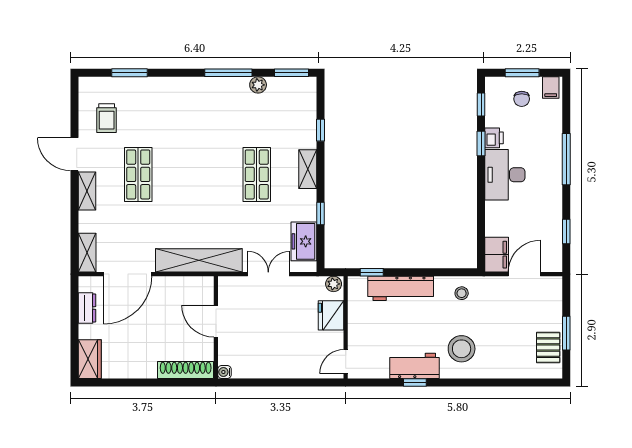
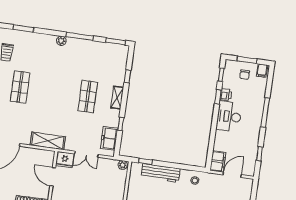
plant: (258, 85) -> (61, 41), moved
shelving: (199, 260) -> (48, 141), width x0.68
double door: (268, 274) -> (86, 154), swing flipped
fridge: (331, 315) -> (65, 160), moved, turned -90

